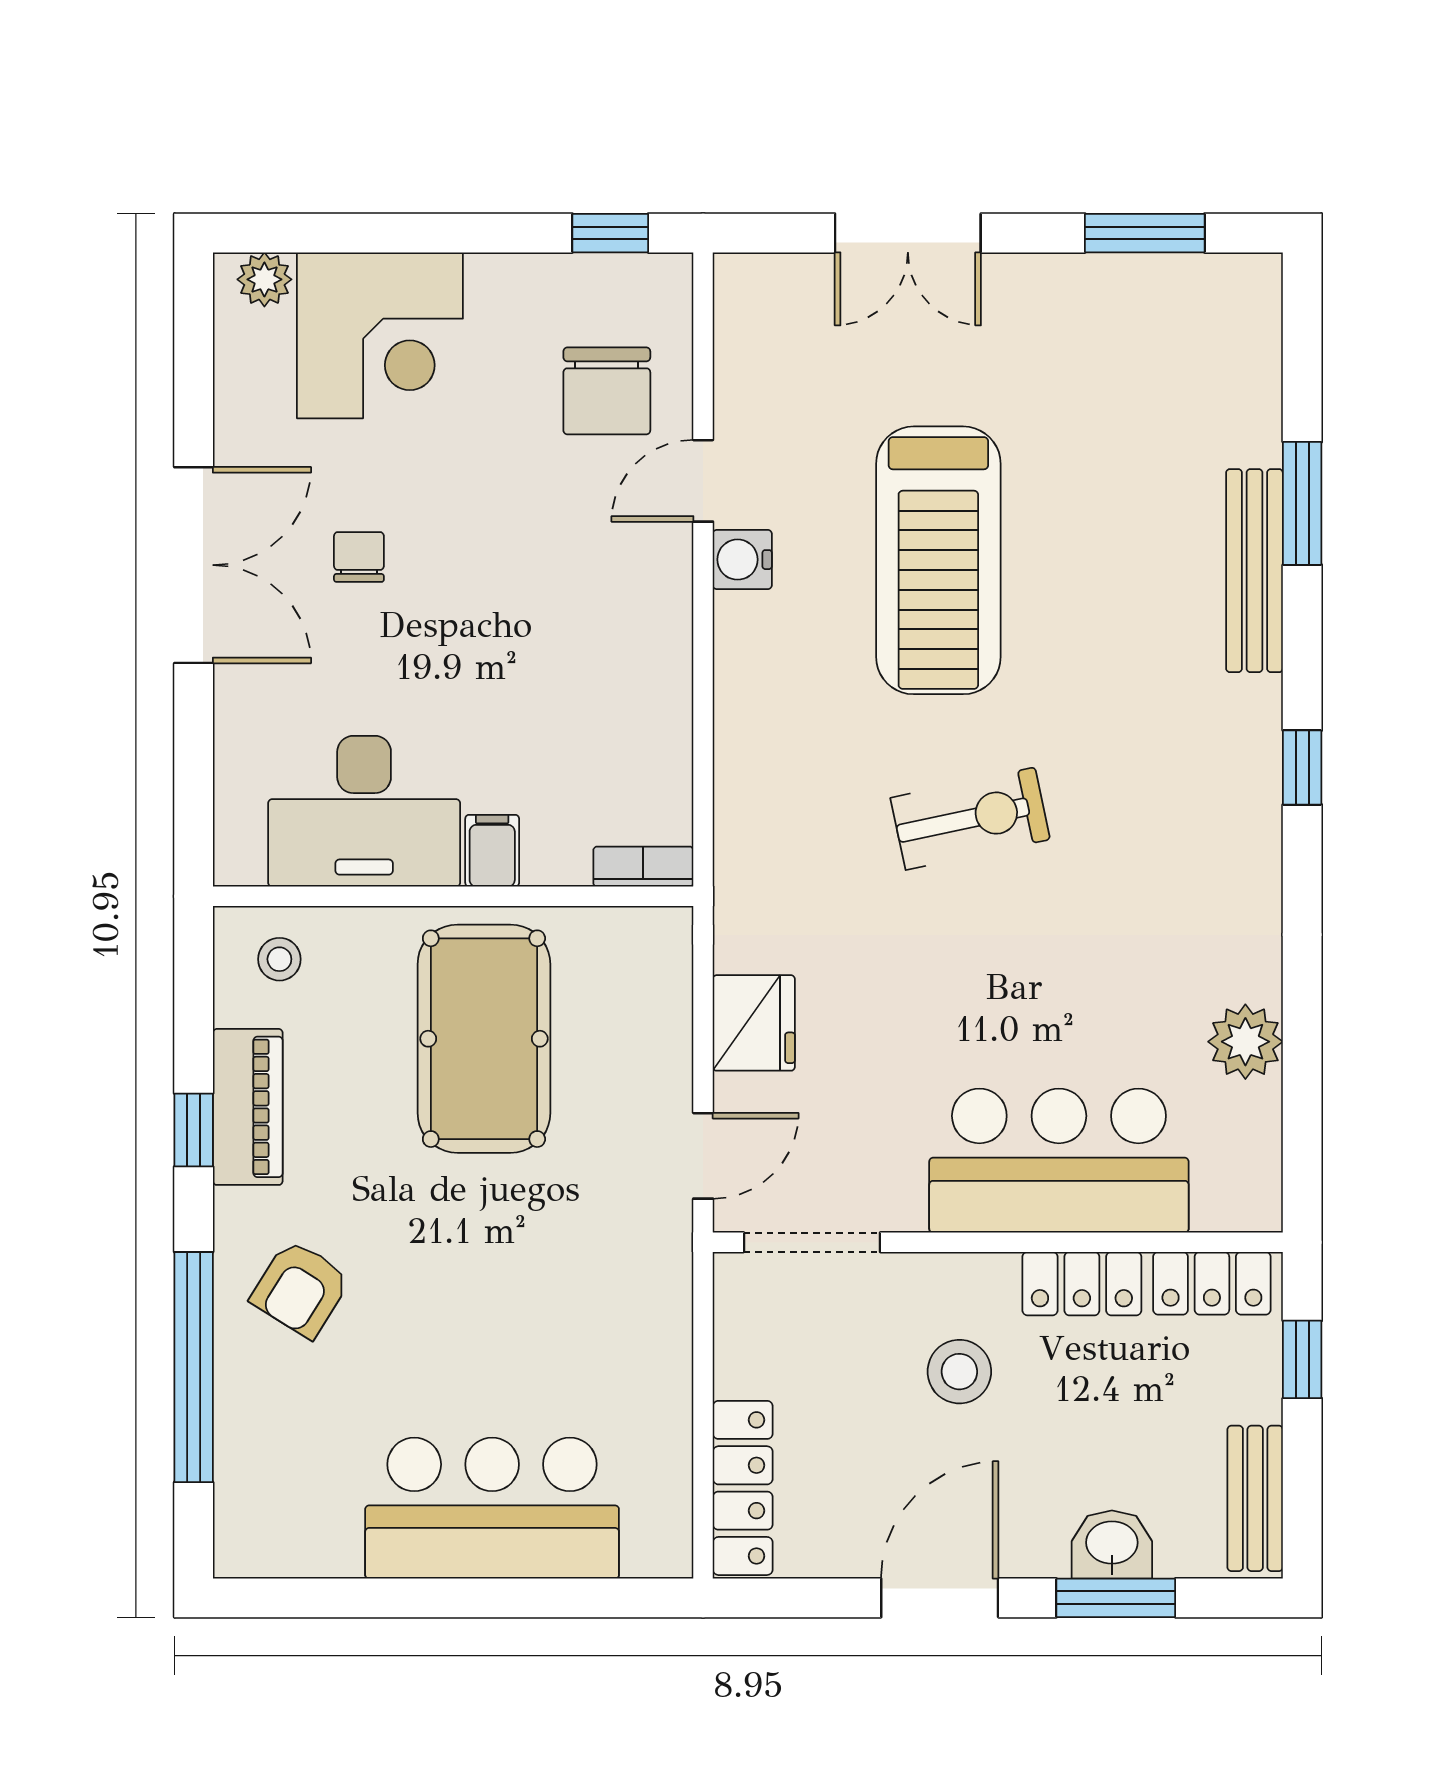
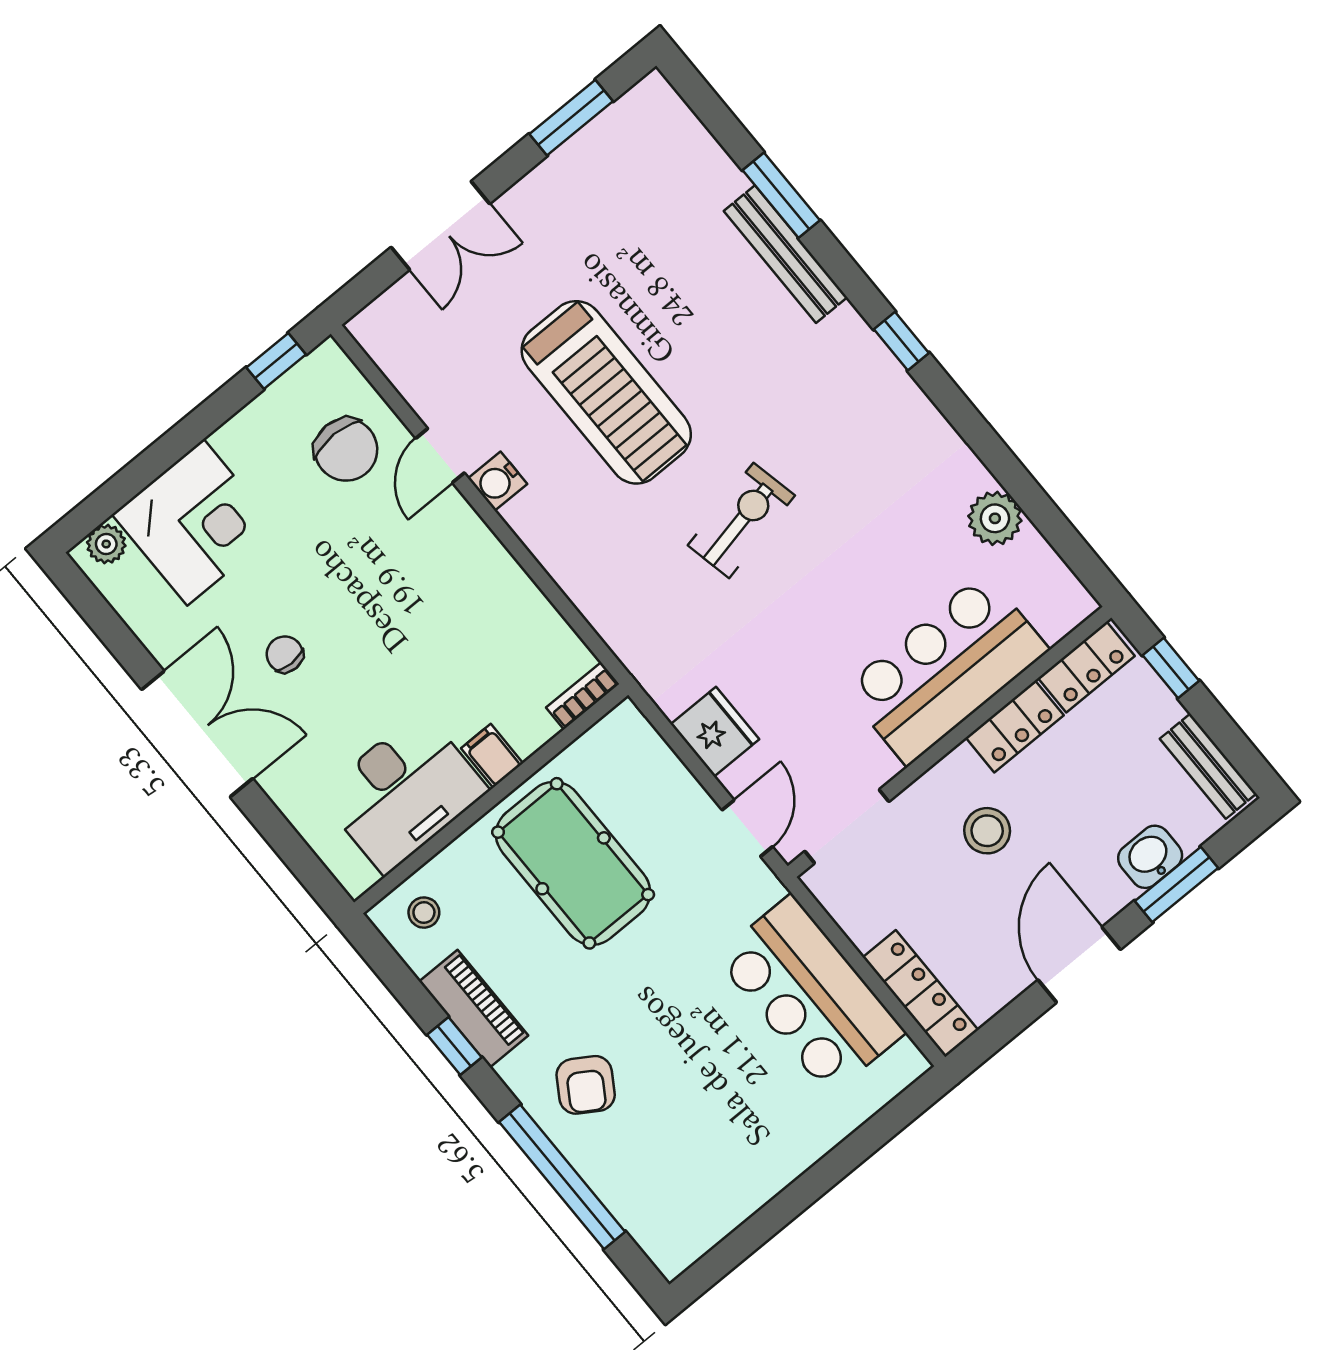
bar counter: (492, 1508) -> (810, 995), moved, turned -90

